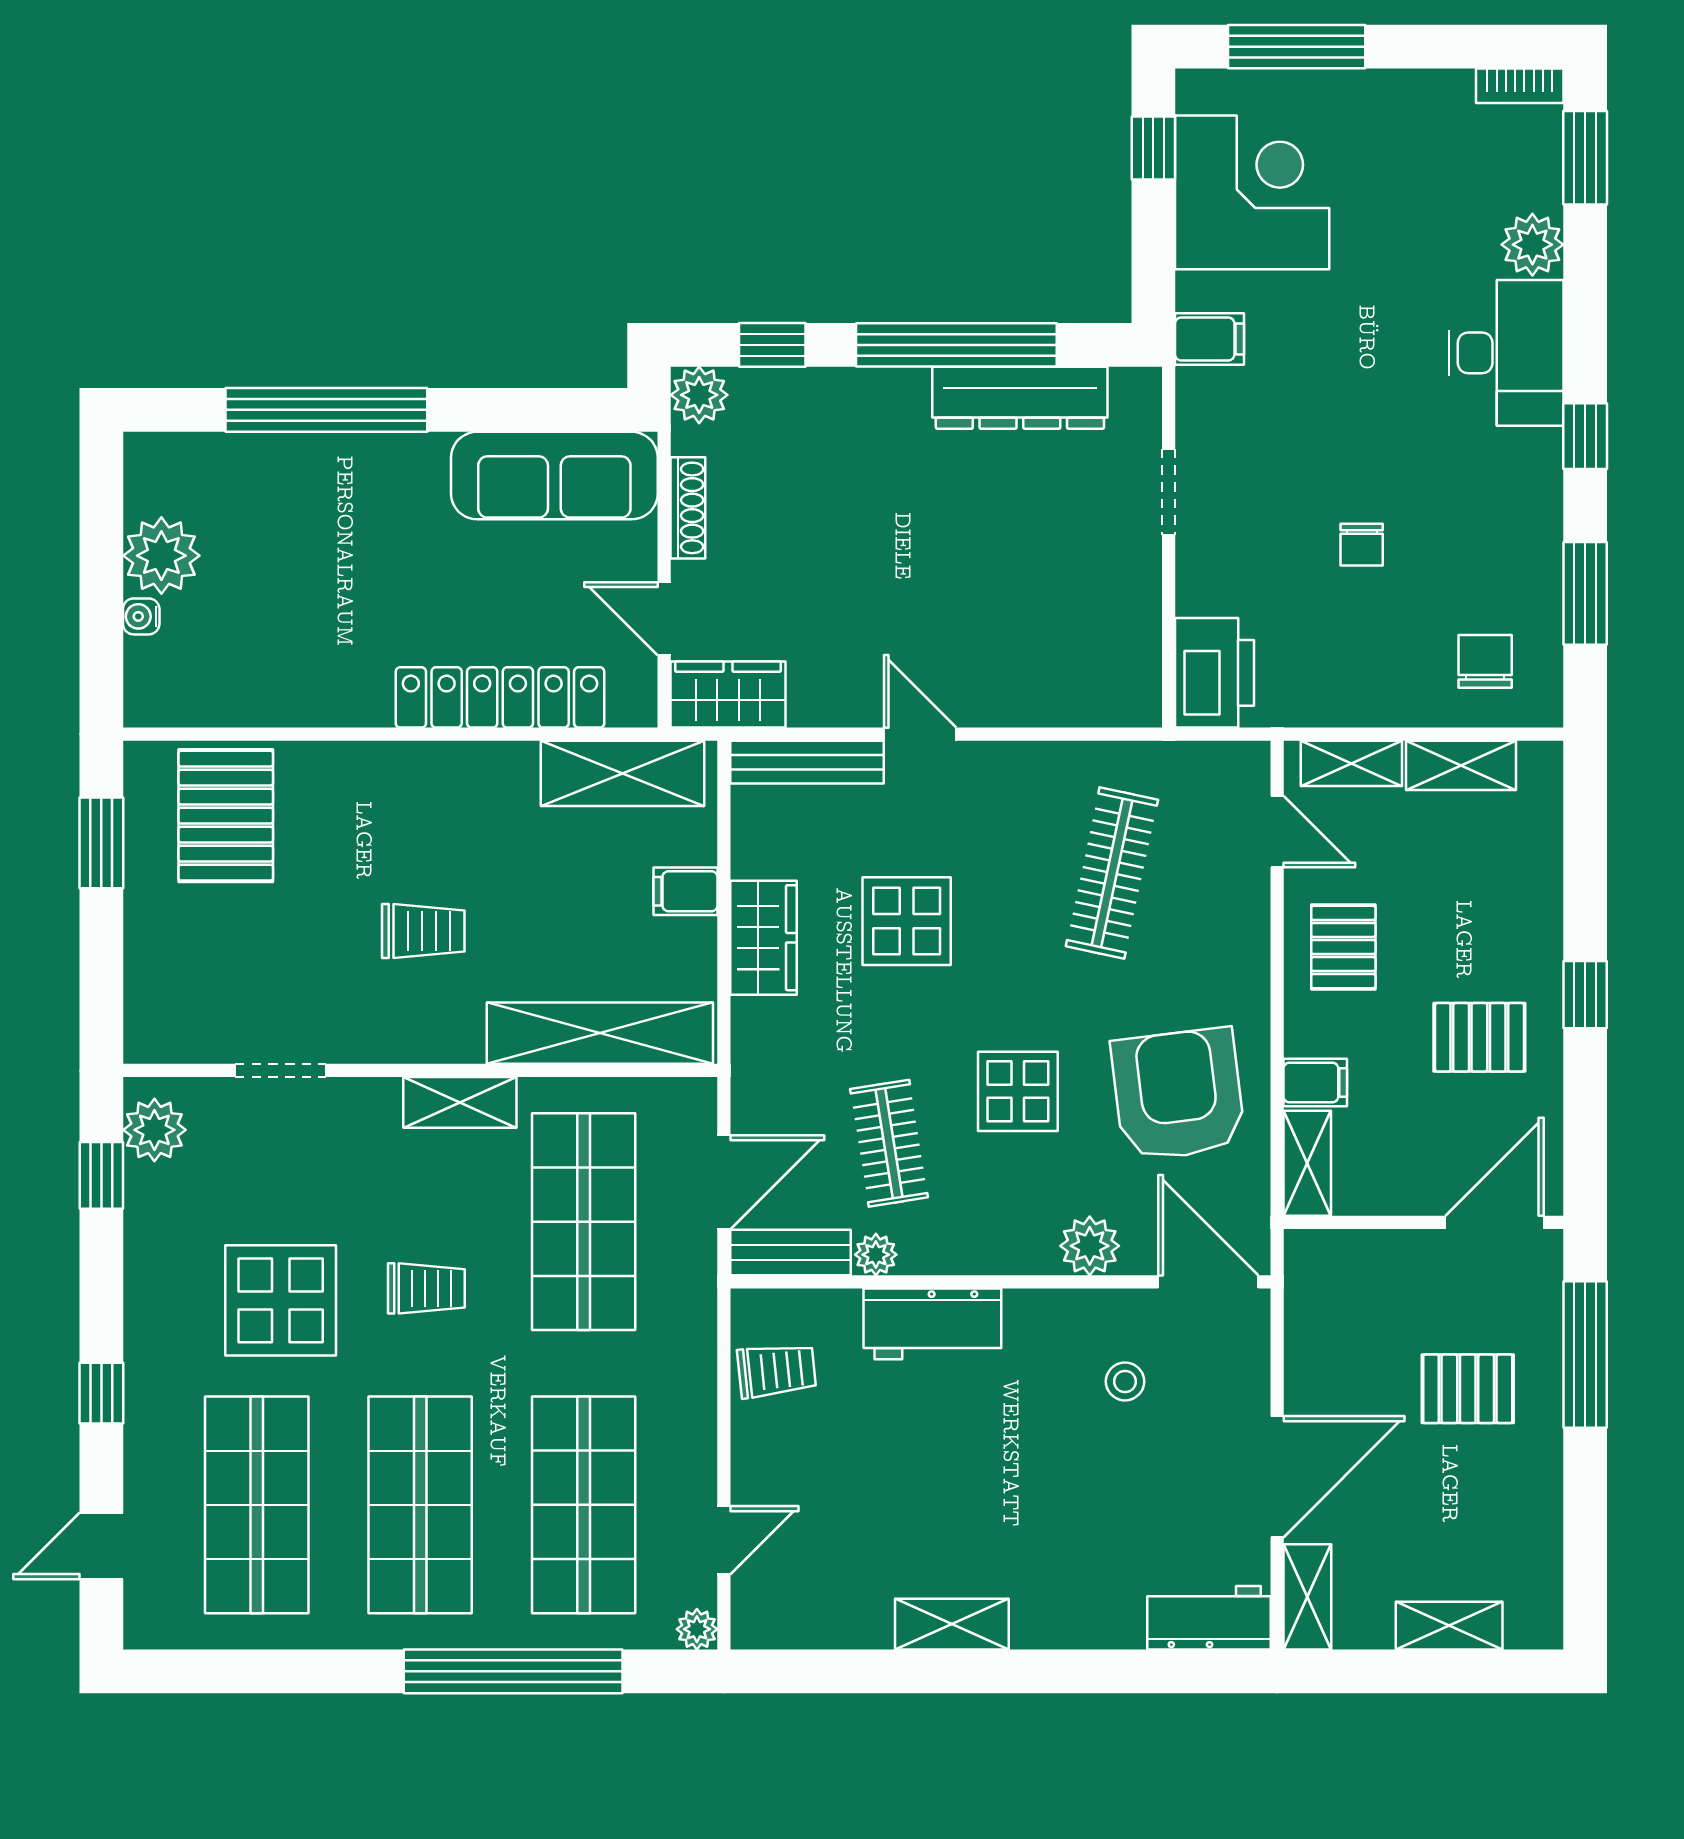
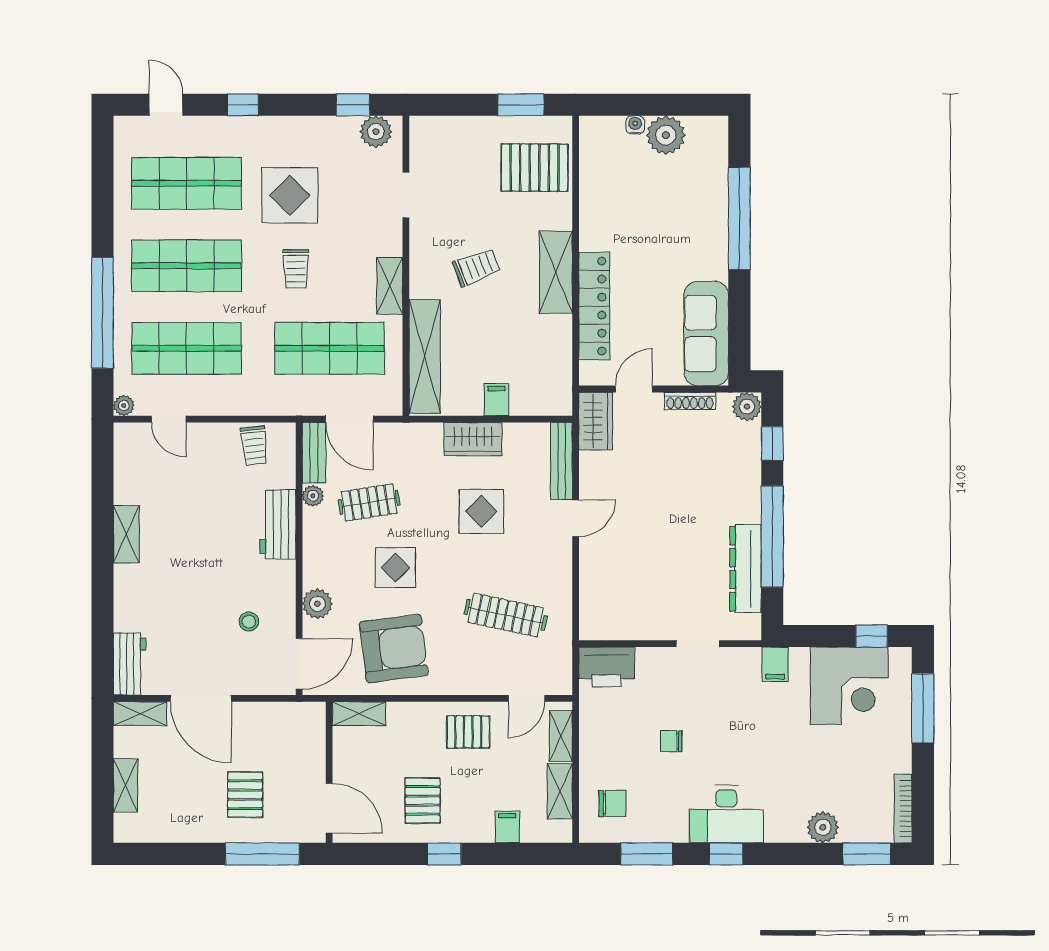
bookcase: (1520, 86) -> (903, 809), width x1.56
desk: (1506, 353) -> (726, 814), moved
shelving: (623, 773) -> (556, 272), moved
trolley: (423, 931) -> (476, 267), turned -111
filing cabinet: (1315, 1083) -> (507, 827), moved, turned 180

